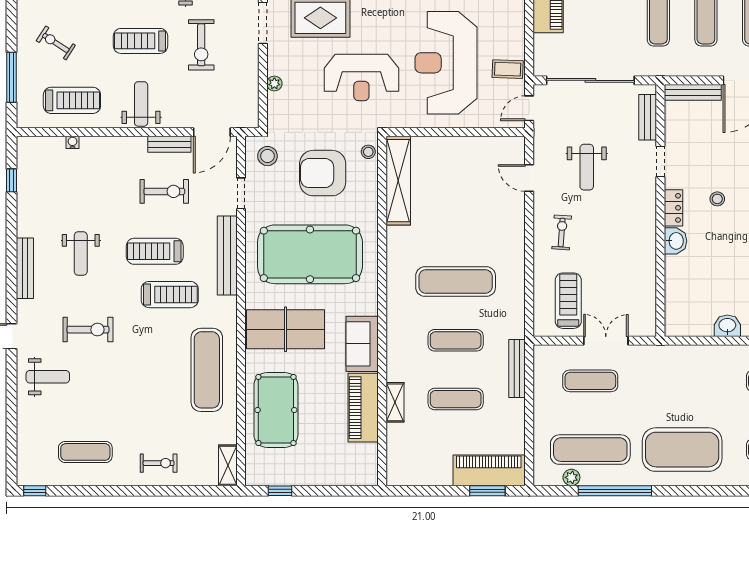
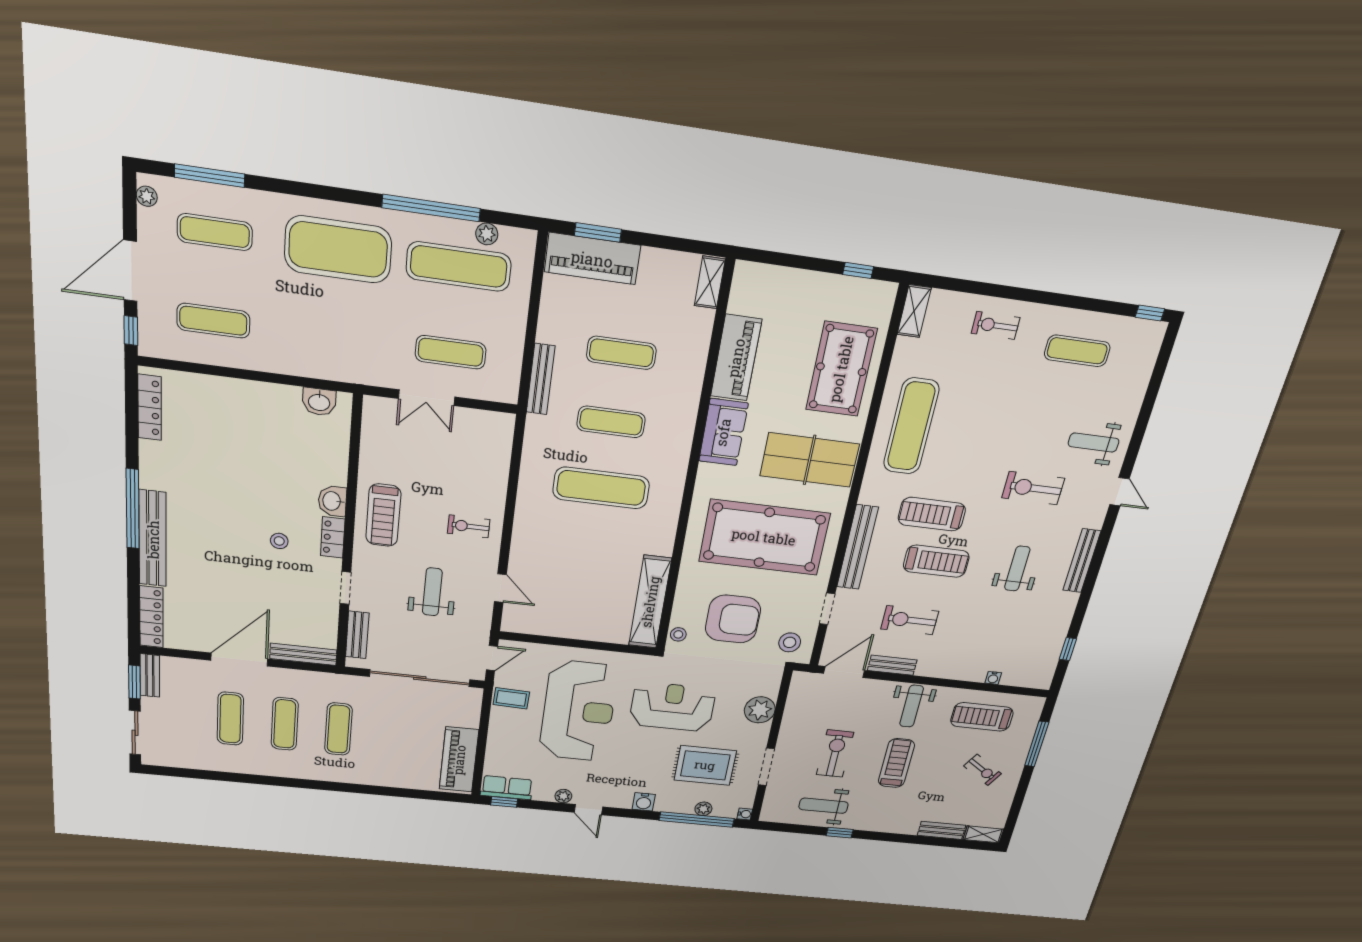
treadmill: (140, 41) -> (896, 763), turned -90
plant: (274, 84) -> (760, 710), width x1.88, depth x1.88
exercise bike: (562, 232) -> (469, 526), turned 86
treadmill: (568, 301) -> (383, 515), moved
washbasin: (727, 326) -> (319, 402), moved
shelving: (395, 402) -> (710, 282), moved

